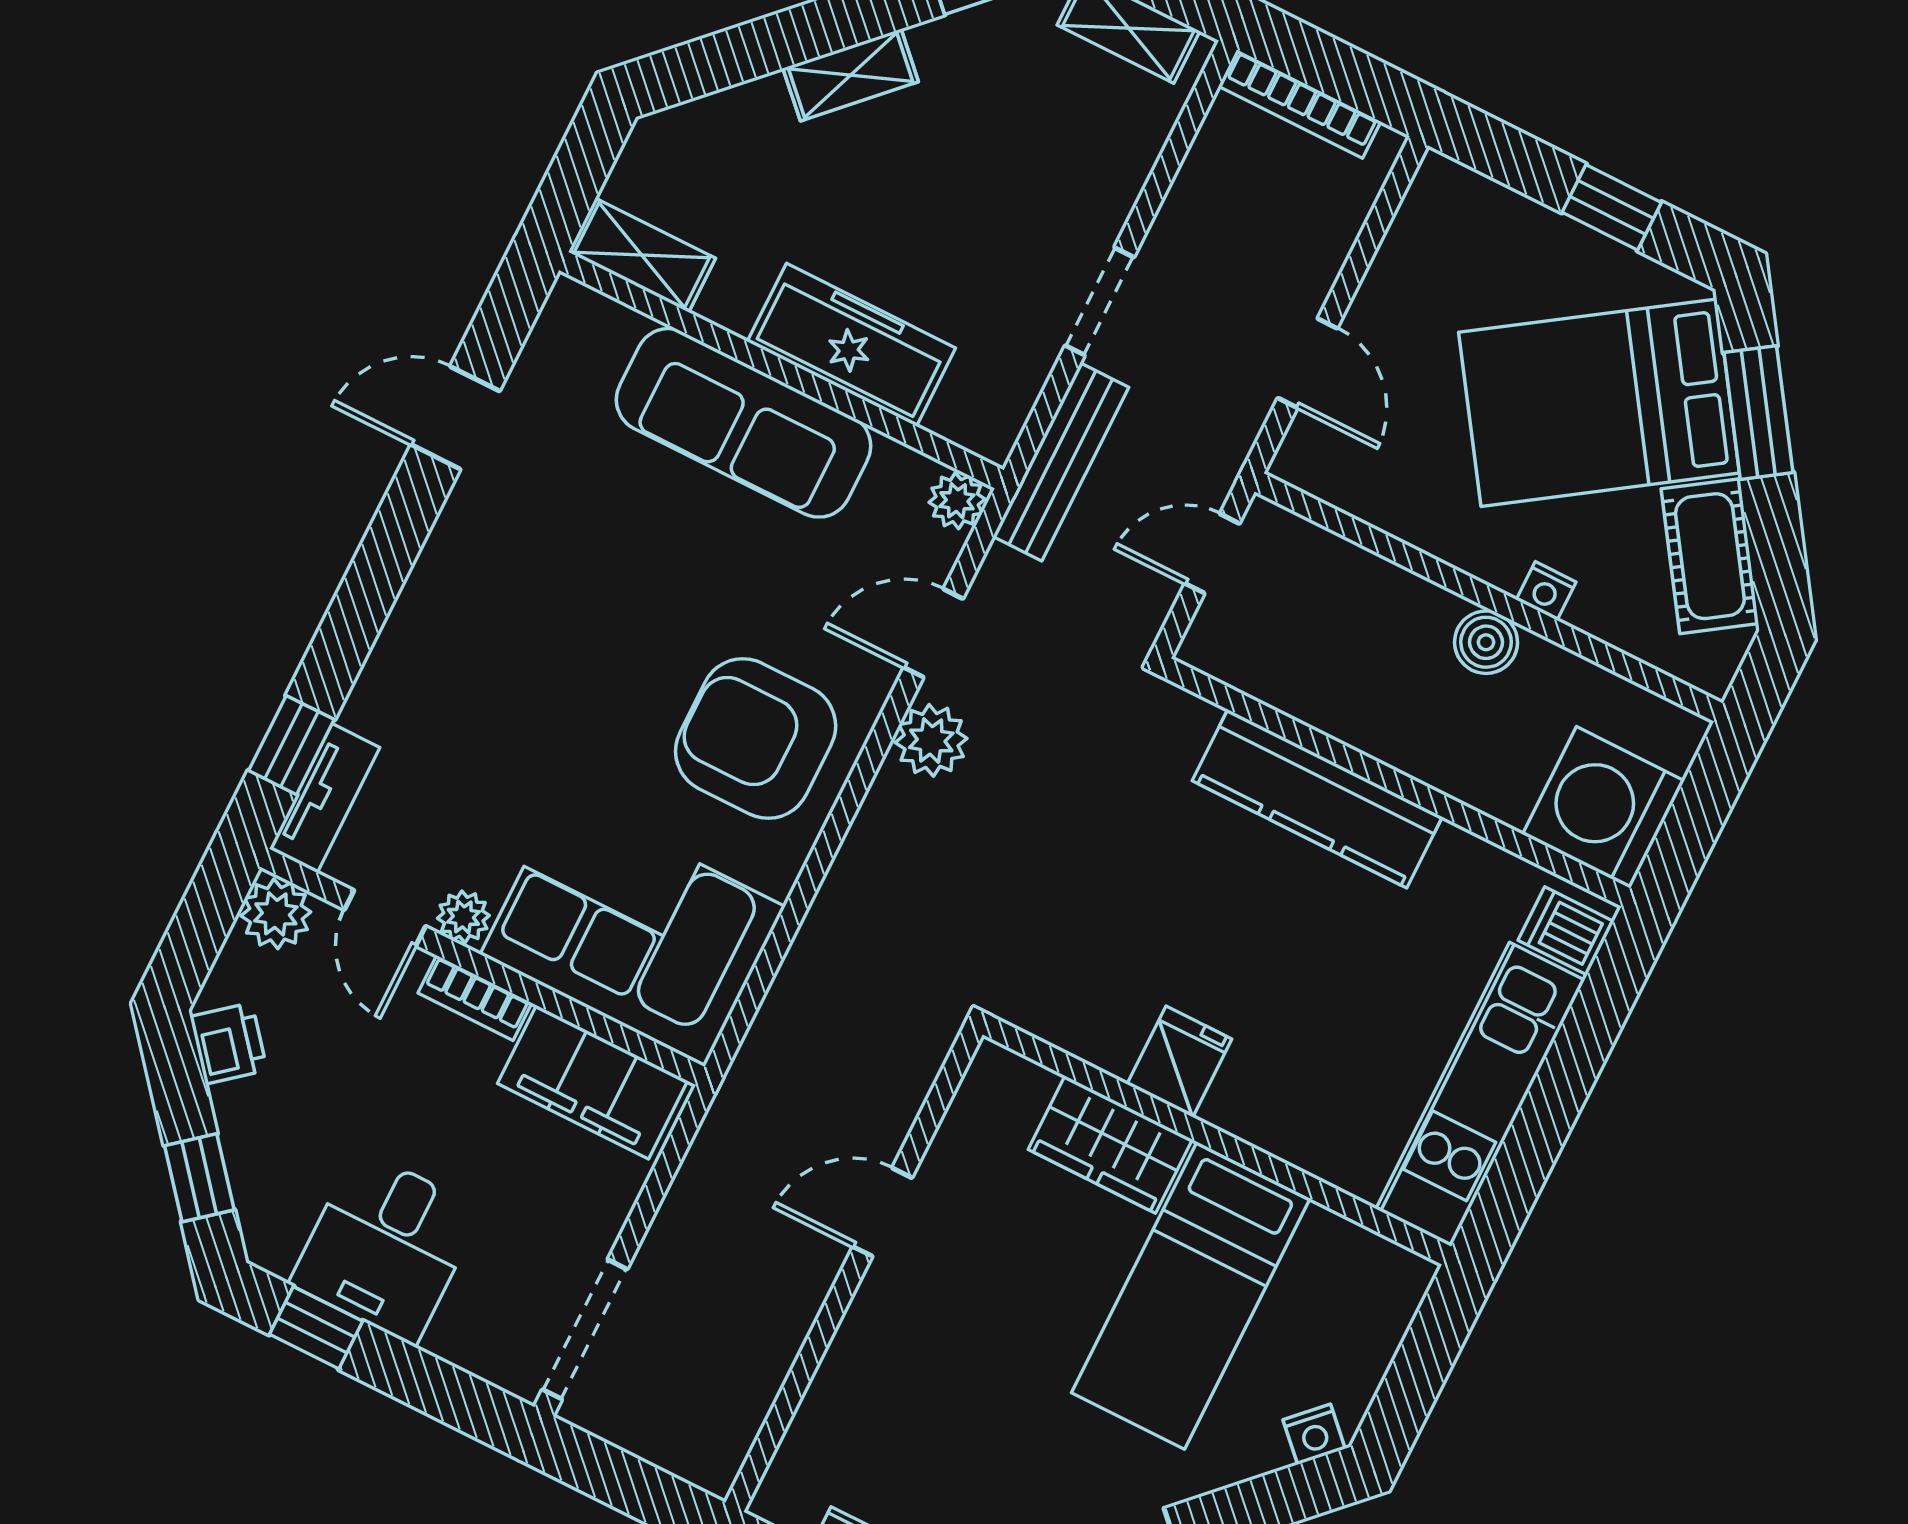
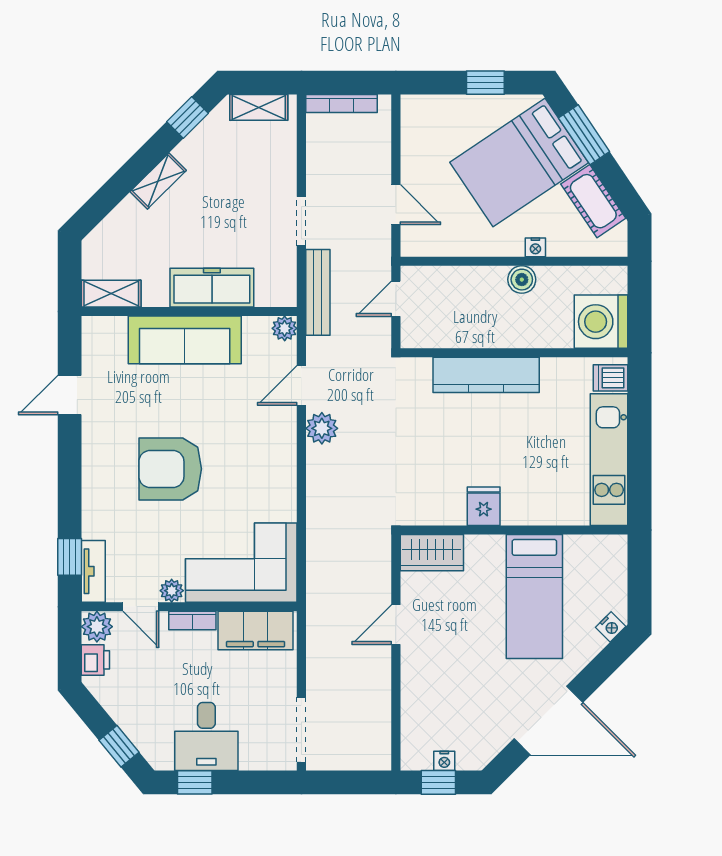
armchair: (756, 739) -> (170, 469), moved
printer: (229, 1043) -> (95, 660), moved, turned 39
wardrobe: (1110, 1144) -> (432, 553), moved

